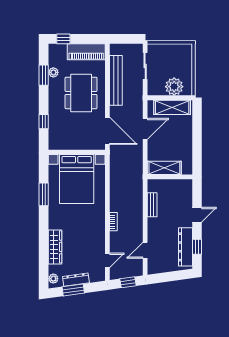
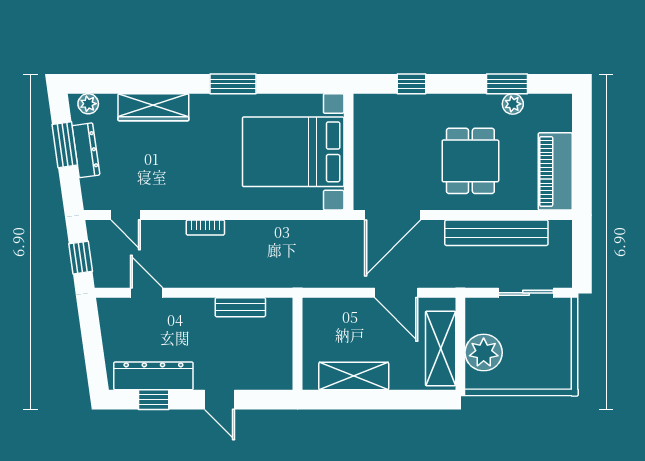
window: (63, 39) -> (582, 124), removed
dining table: (81, 93) -> (470, 161), width x0.73
shelving: (164, 168) -> (354, 376), moved, turned 90
window: (44, 194) -> (233, 84), moved

